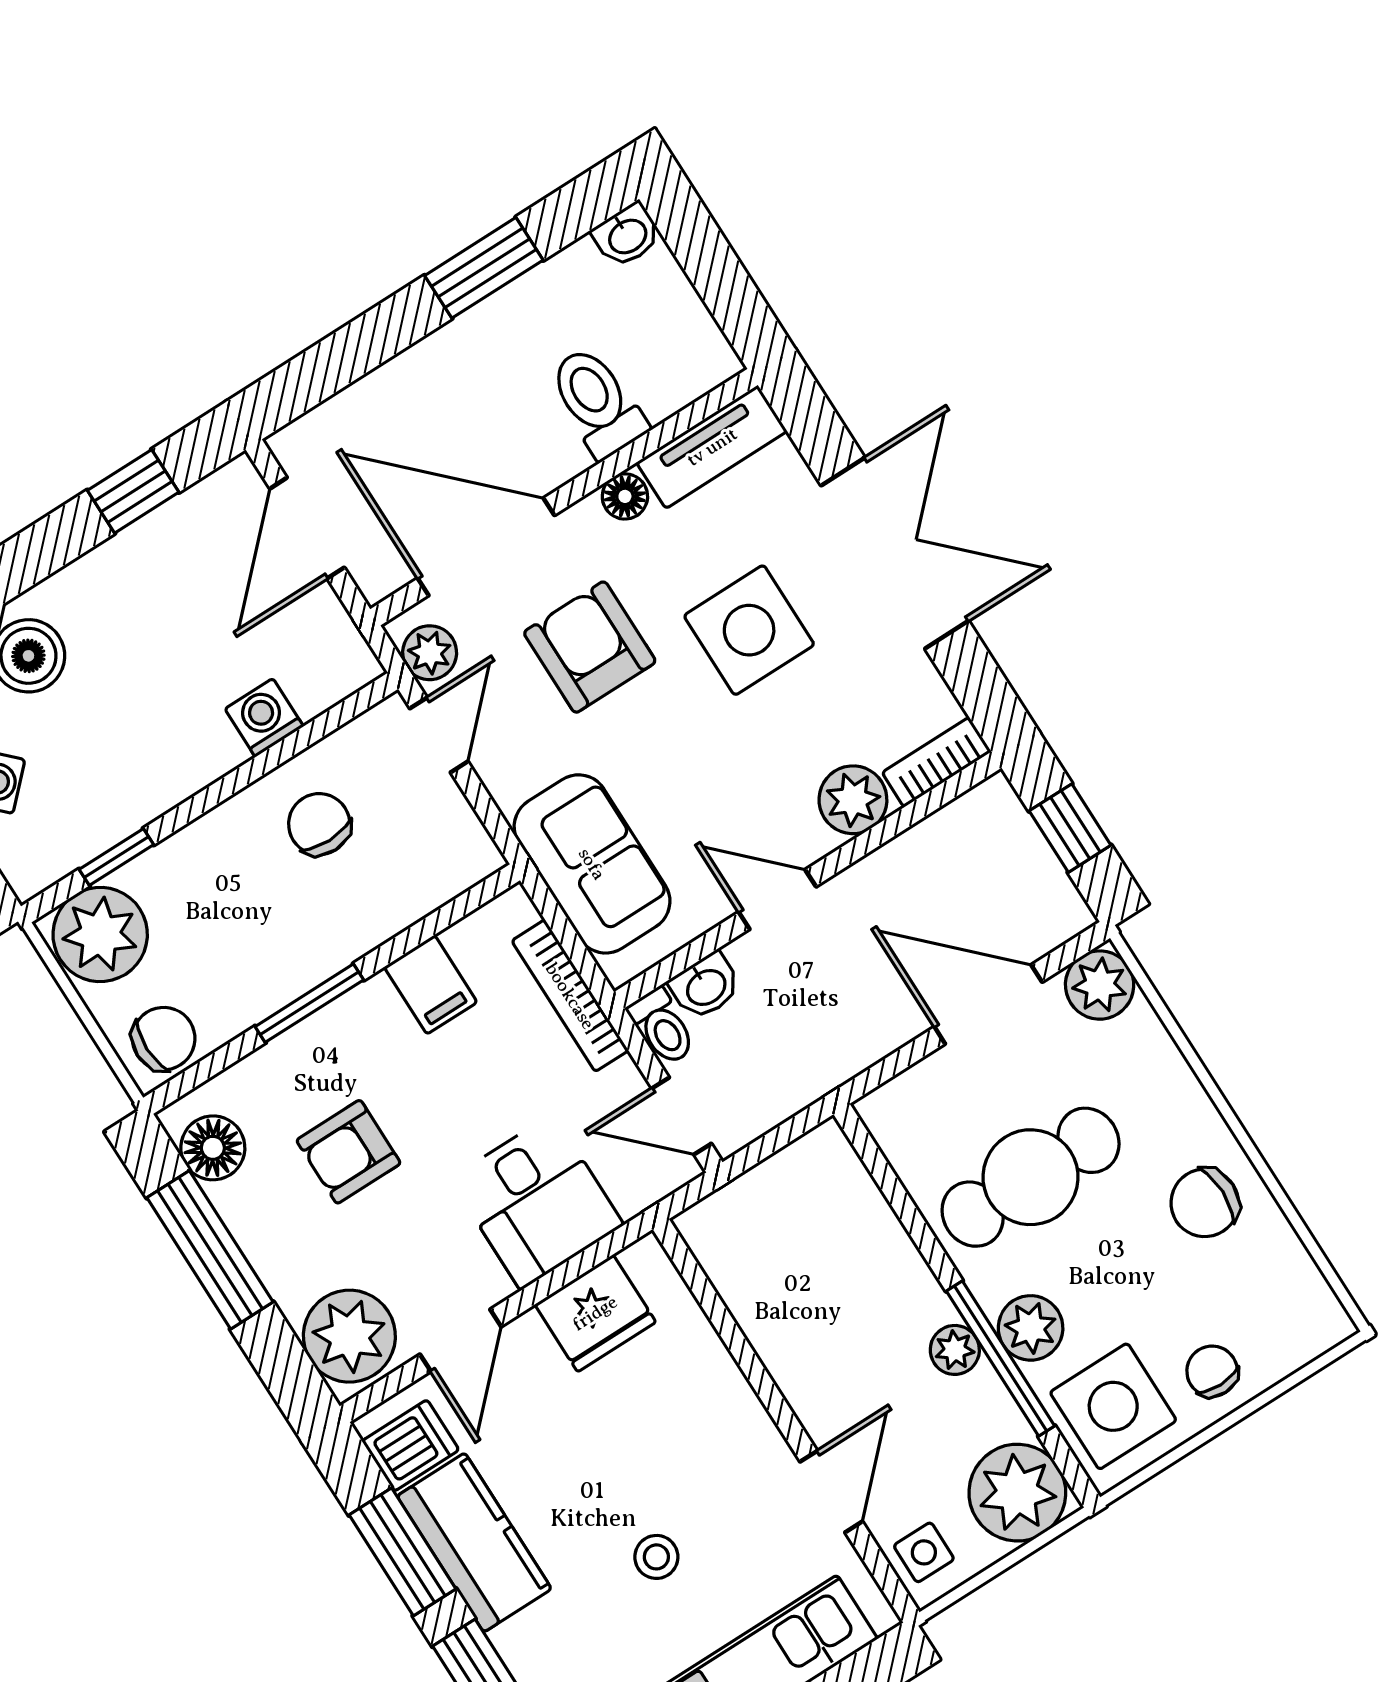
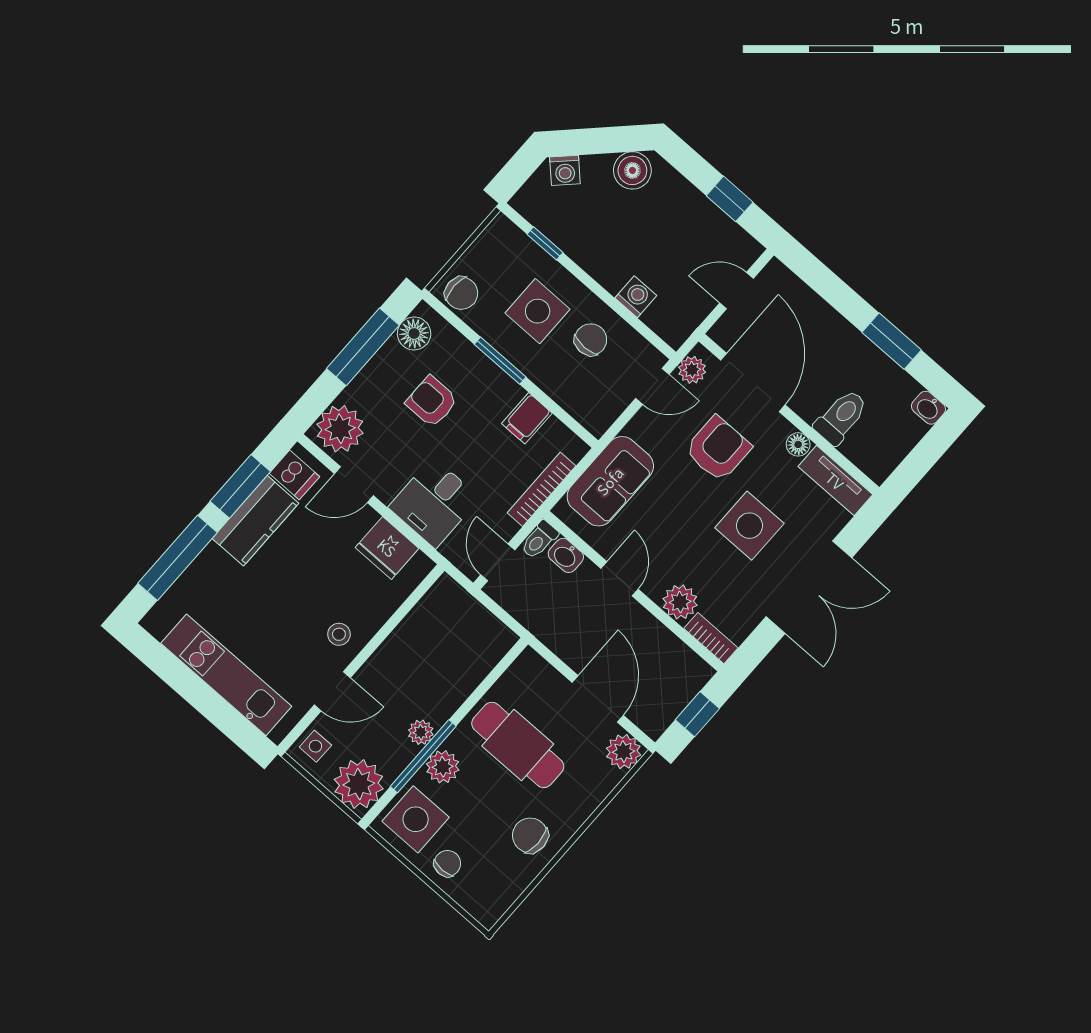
door: (307, 528) -> (736, 291), width x0.73
side table: (238, 907) -> (538, 311), added
plant: (100, 934) -> (504, 246), removed
stool: (656, 1557) -> (339, 634), moved

